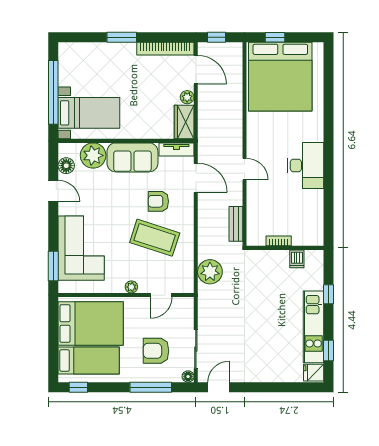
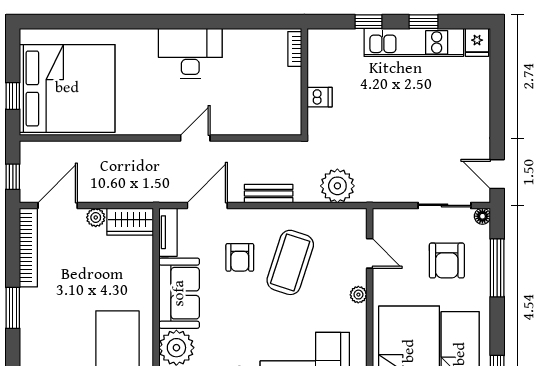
bench: (236, 224) -> (269, 194), moved
bookcase: (279, 241) -> (295, 49), moved
dishwasher: (297, 259) -> (320, 97), moved
window: (329, 351) -> (424, 22), moved

